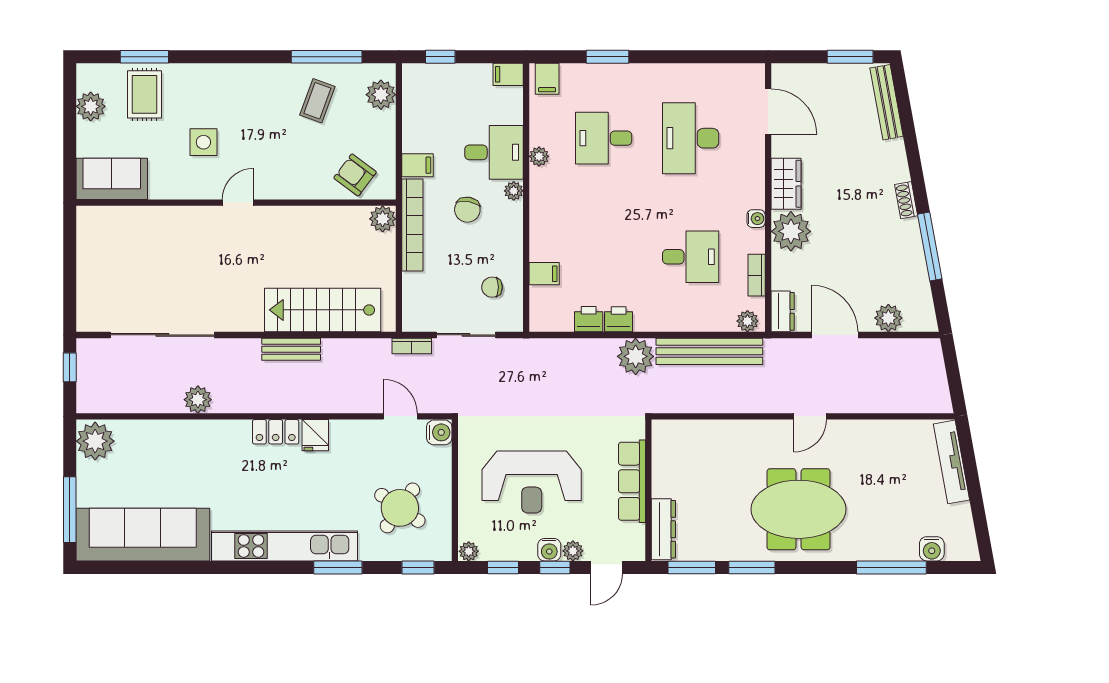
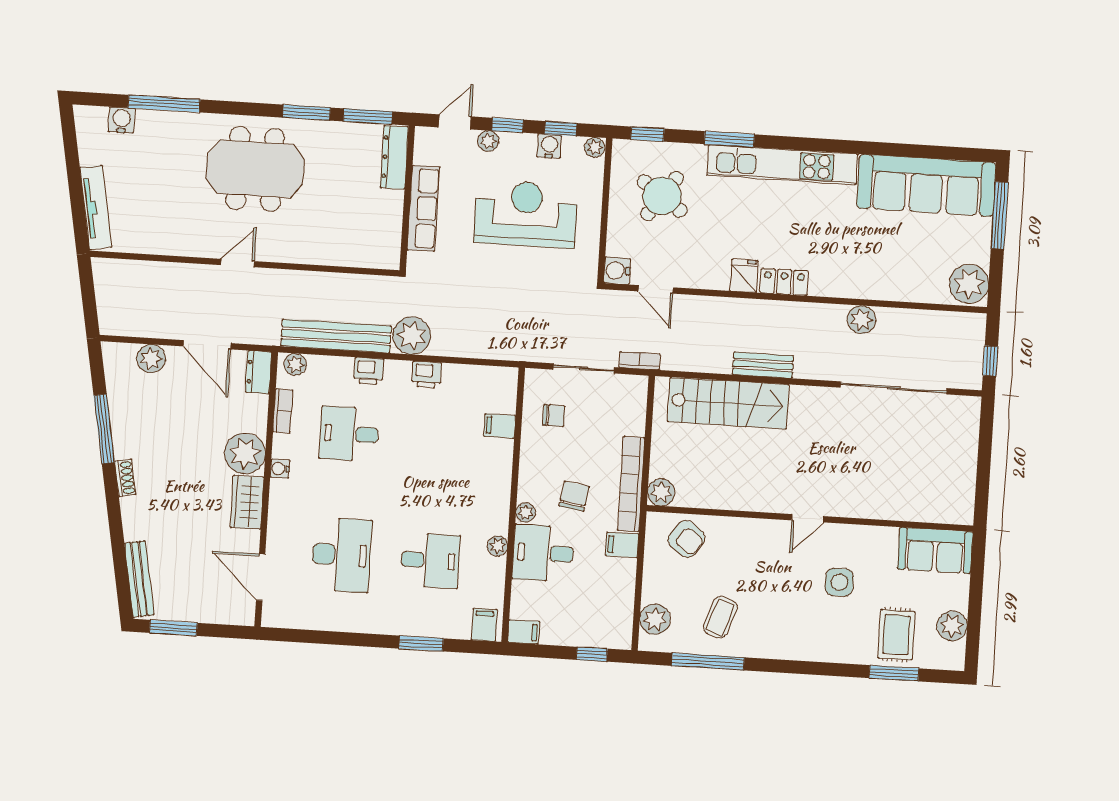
printer: (589, 319) -> (369, 371), moved
water cooler: (549, 550) -> (549, 146), moved

